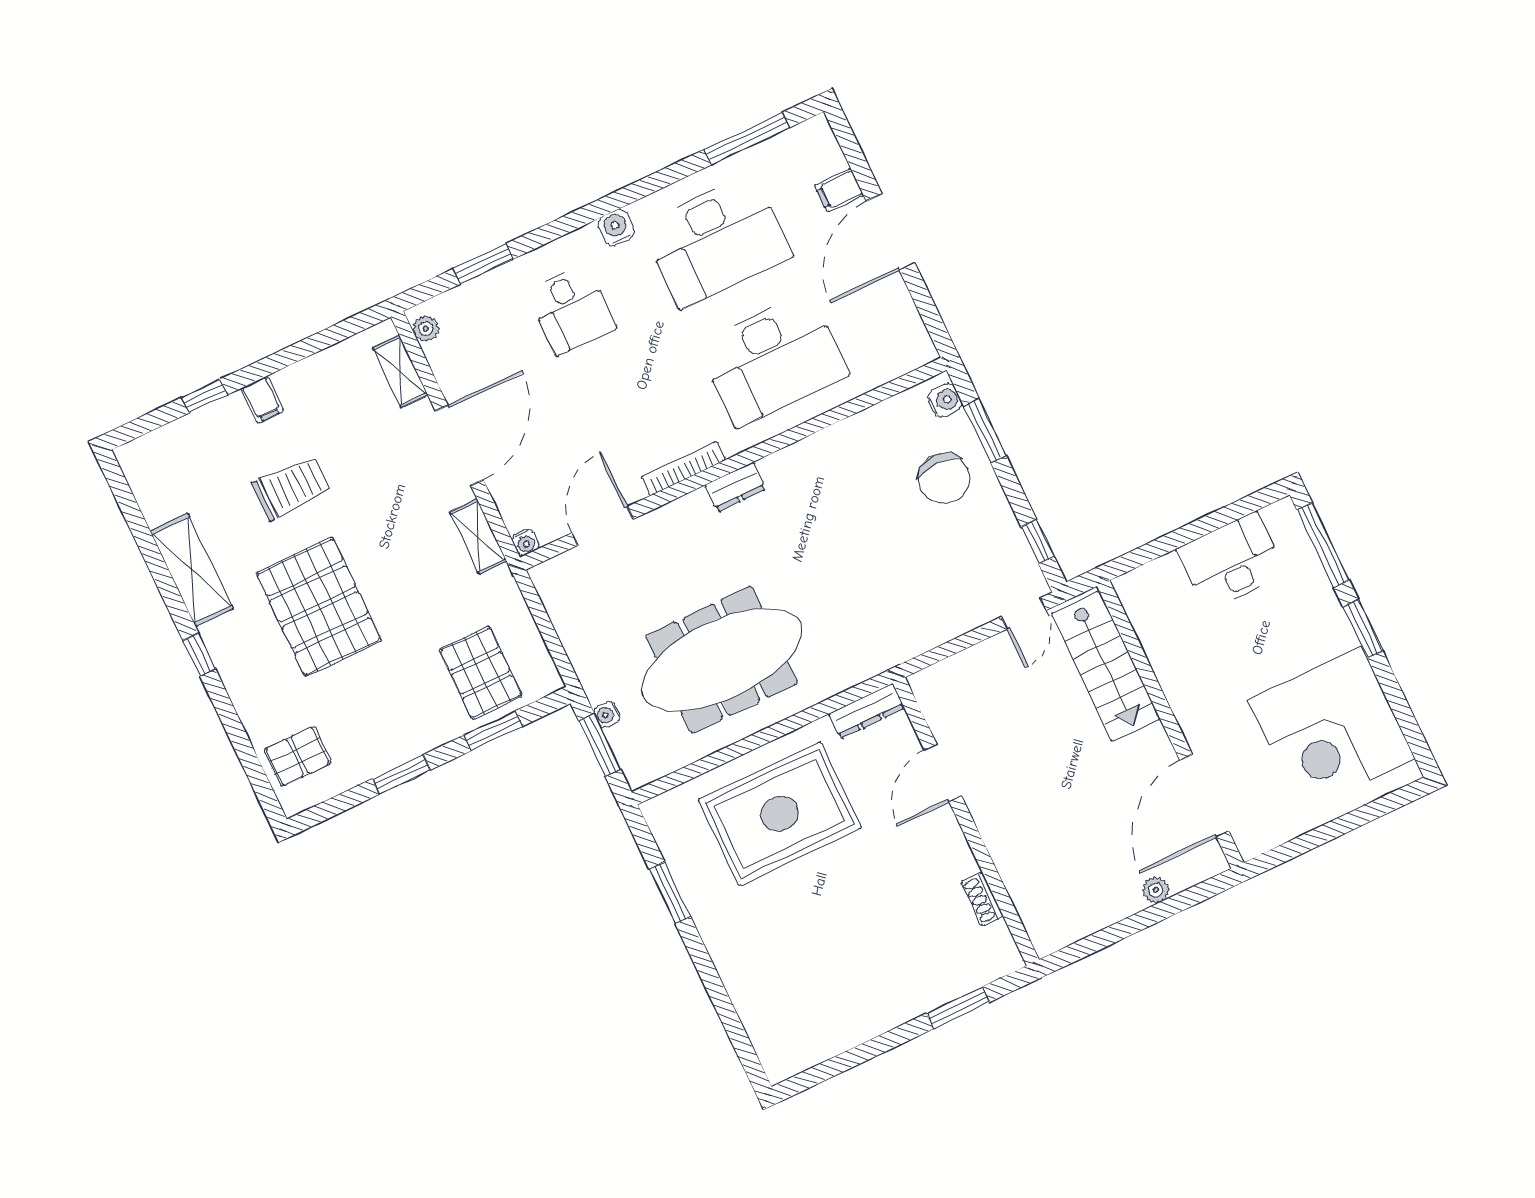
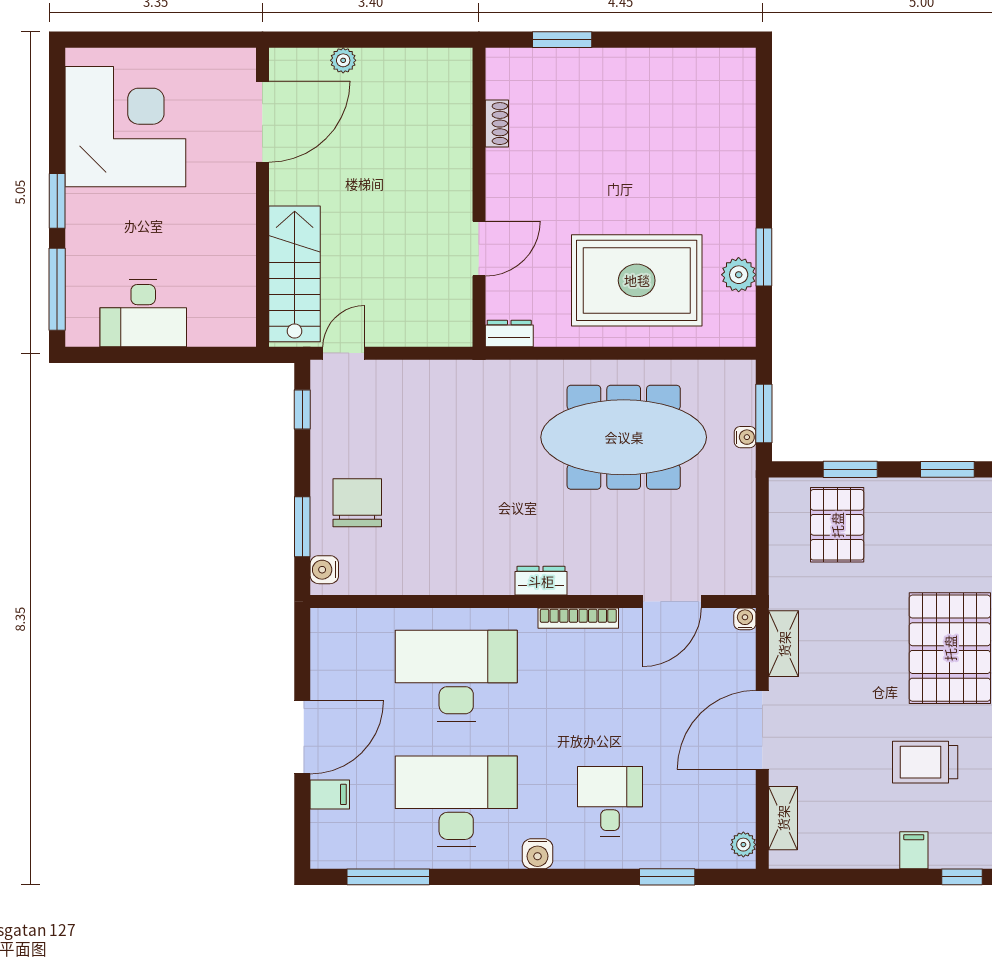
dresser: (866, 711) -> (509, 333), width x0.70
plant: (686, 865) -> (739, 275), added

